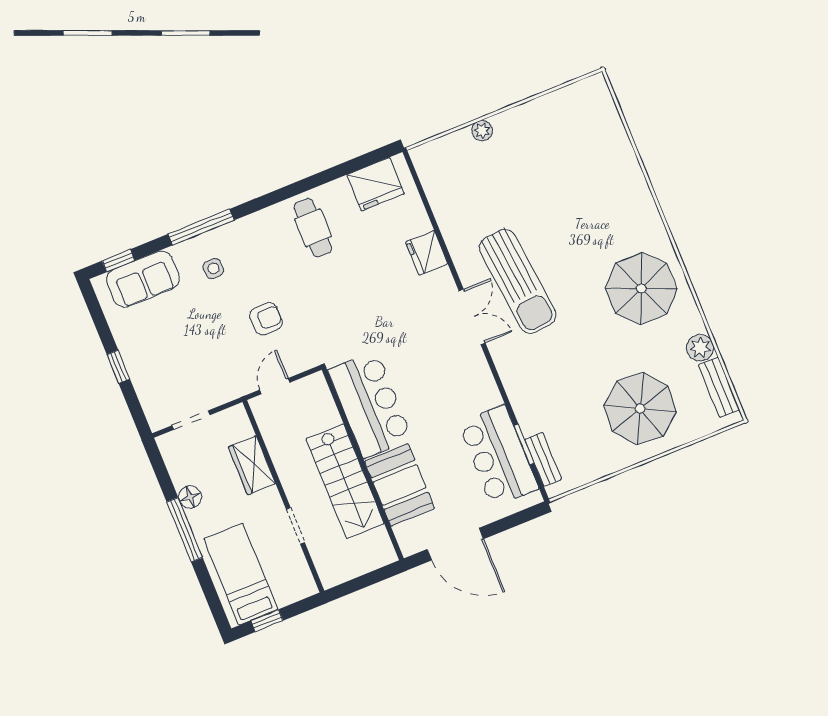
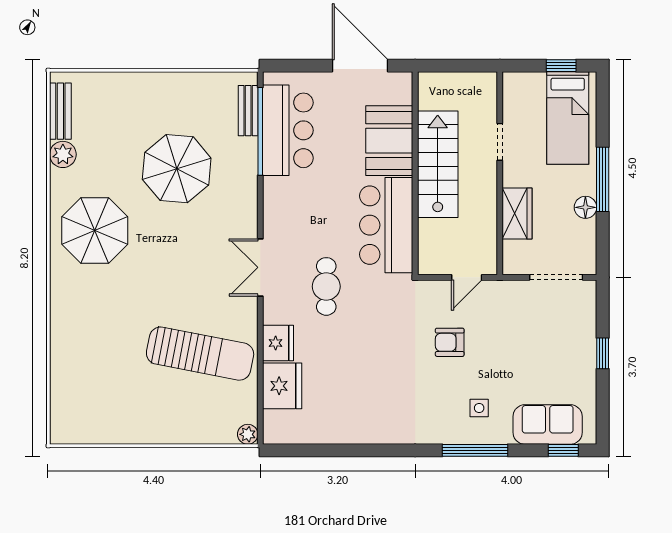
plant: (482, 131) -> (248, 434), moved
fridge: (376, 184) -> (282, 386), moved, turned 90
cafe table: (313, 228) -> (326, 286), moved
sun lounger: (518, 281) -> (200, 354), moved, turned 107
parasol: (640, 409) -> (177, 169), moved
doorway: (191, 420) -> (556, 277), width x1.38
window: (524, 444) -> (260, 131), width x2.11

